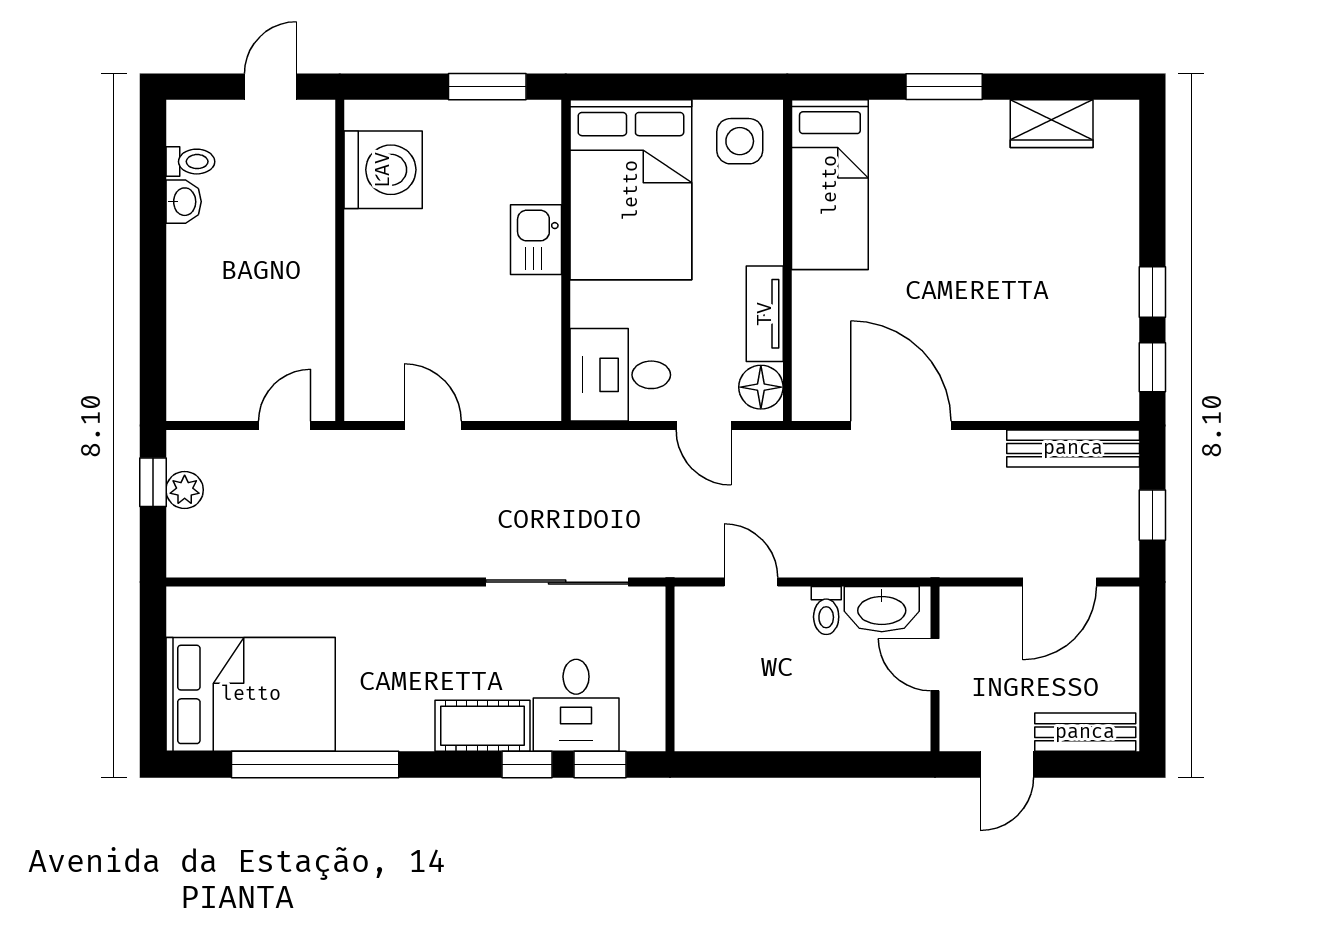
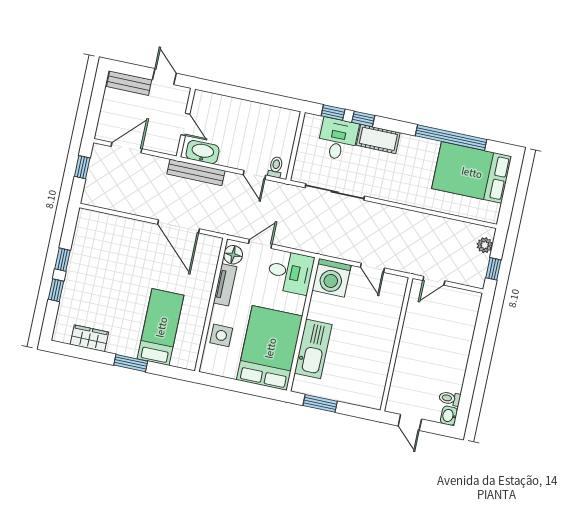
door: (271, 87) -> (410, 422), hinge flipped
side table: (740, 141) -> (221, 335), moved
washing machine: (383, 170) -> (331, 278), moved, turned -90
bed: (830, 185) -> (161, 327), moved
washbasin: (184, 202) -> (449, 416), moved
kitchen sink: (536, 240) -> (313, 349), width x1.87, depth x1.24
window: (1152, 367) -> (56, 290), moved
door: (704, 426) -> (260, 244), hinge flipped
bench: (1073, 448) -> (196, 172), moved
plant: (185, 490) -> (485, 245), moved
toilet: (826, 610) -> (276, 167), moved
door: (1007, 764) -> (164, 77), hinge flipped

